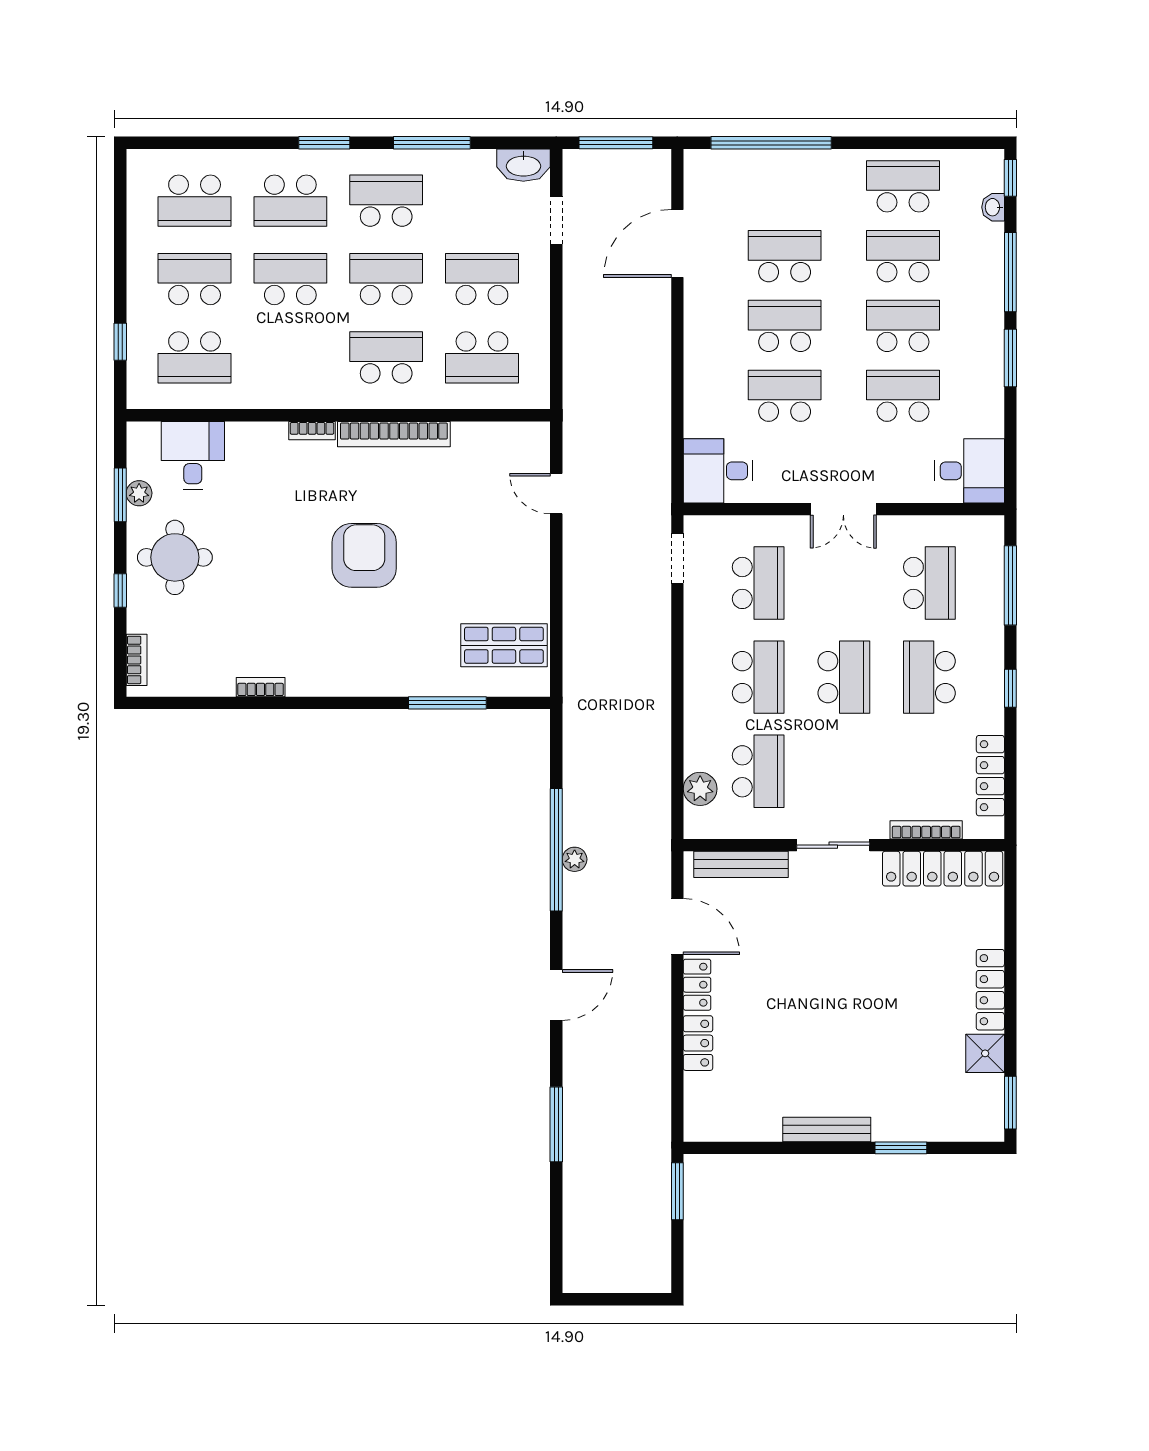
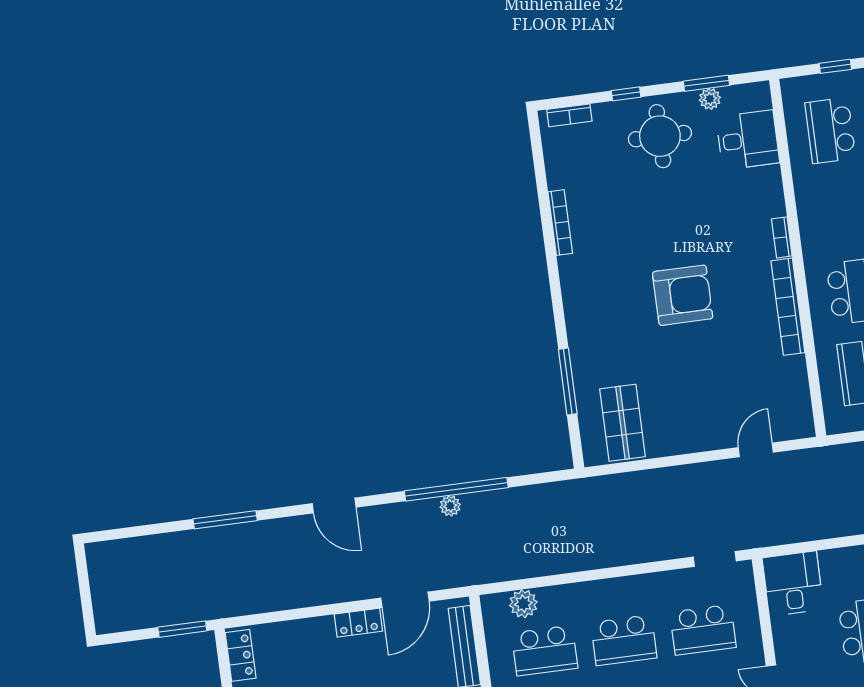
bookcase: (261, 687) -> (560, 223), width x1.56
locker: (698, 1043) -> (241, 655), moved, turned -90

